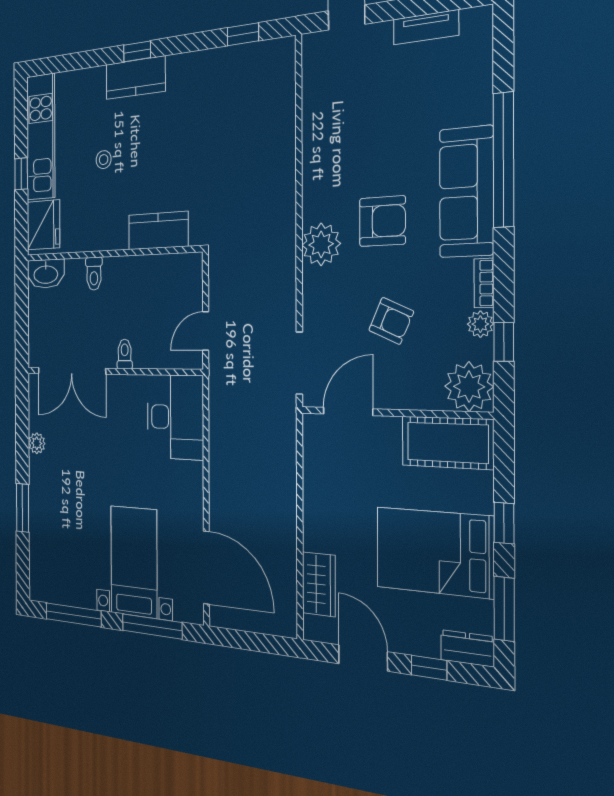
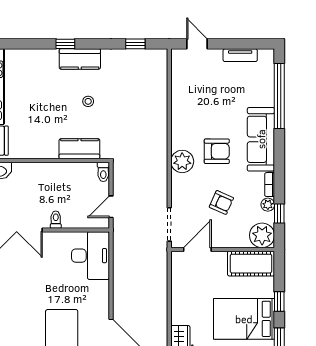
kitchen counter: (135, 78) -> (80, 59), moved
stool: (104, 160) -> (88, 101), moved
window: (503, 160) -> (279, 96), moved
toilet: (94, 274) -> (103, 172), moved

